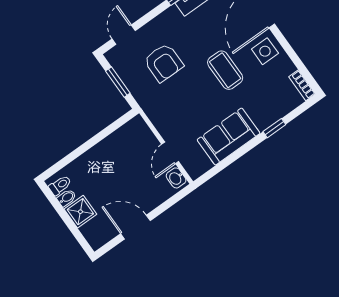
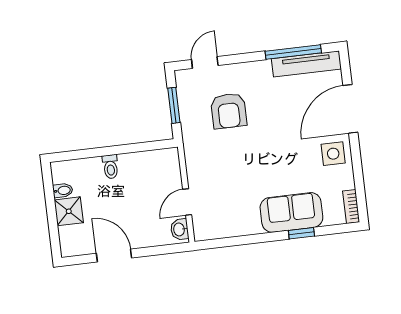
coffee table: (225, 70) -> (284, 151), removed
sofa: (229, 137) -> (291, 212), moved
toilet: (60, 185) -> (110, 167), moved, turned 90

